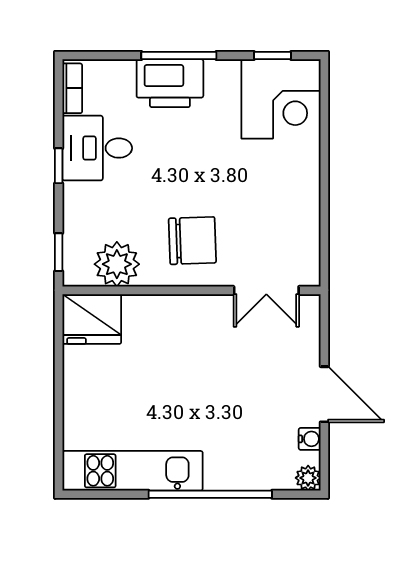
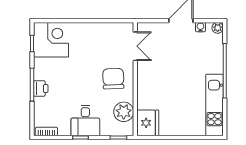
printer: (170, 83) -> (41, 88), width x0.53, depth x0.68
desk: (97, 148) -> (85, 120), moved

